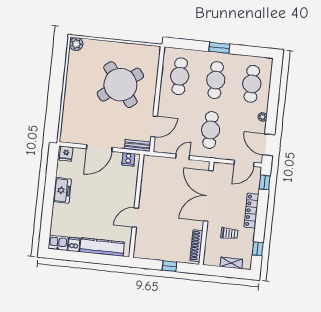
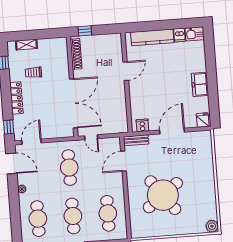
door: (183, 157) -> (91, 137), hinge flipped
double door: (208, 196) -> (73, 103), moved
wall: (206, 213) -> (72, 87), moved
shoe rack: (196, 246) -> (76, 54), moved

